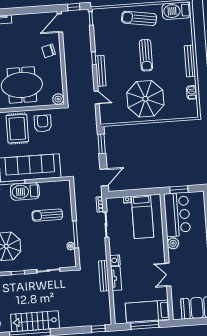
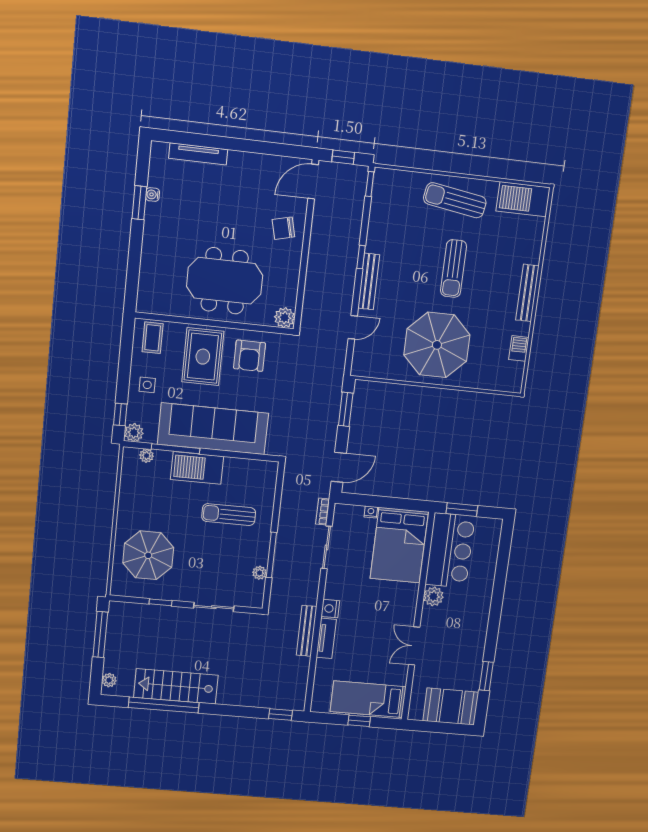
door: (97, 98) -> (353, 327), hinge flipped
armchair: (43, 123) -> (249, 356), turned 180
bed: (142, 217) -> (399, 545), width x1.50
window: (145, 325) -> (359, 721), width x0.46

